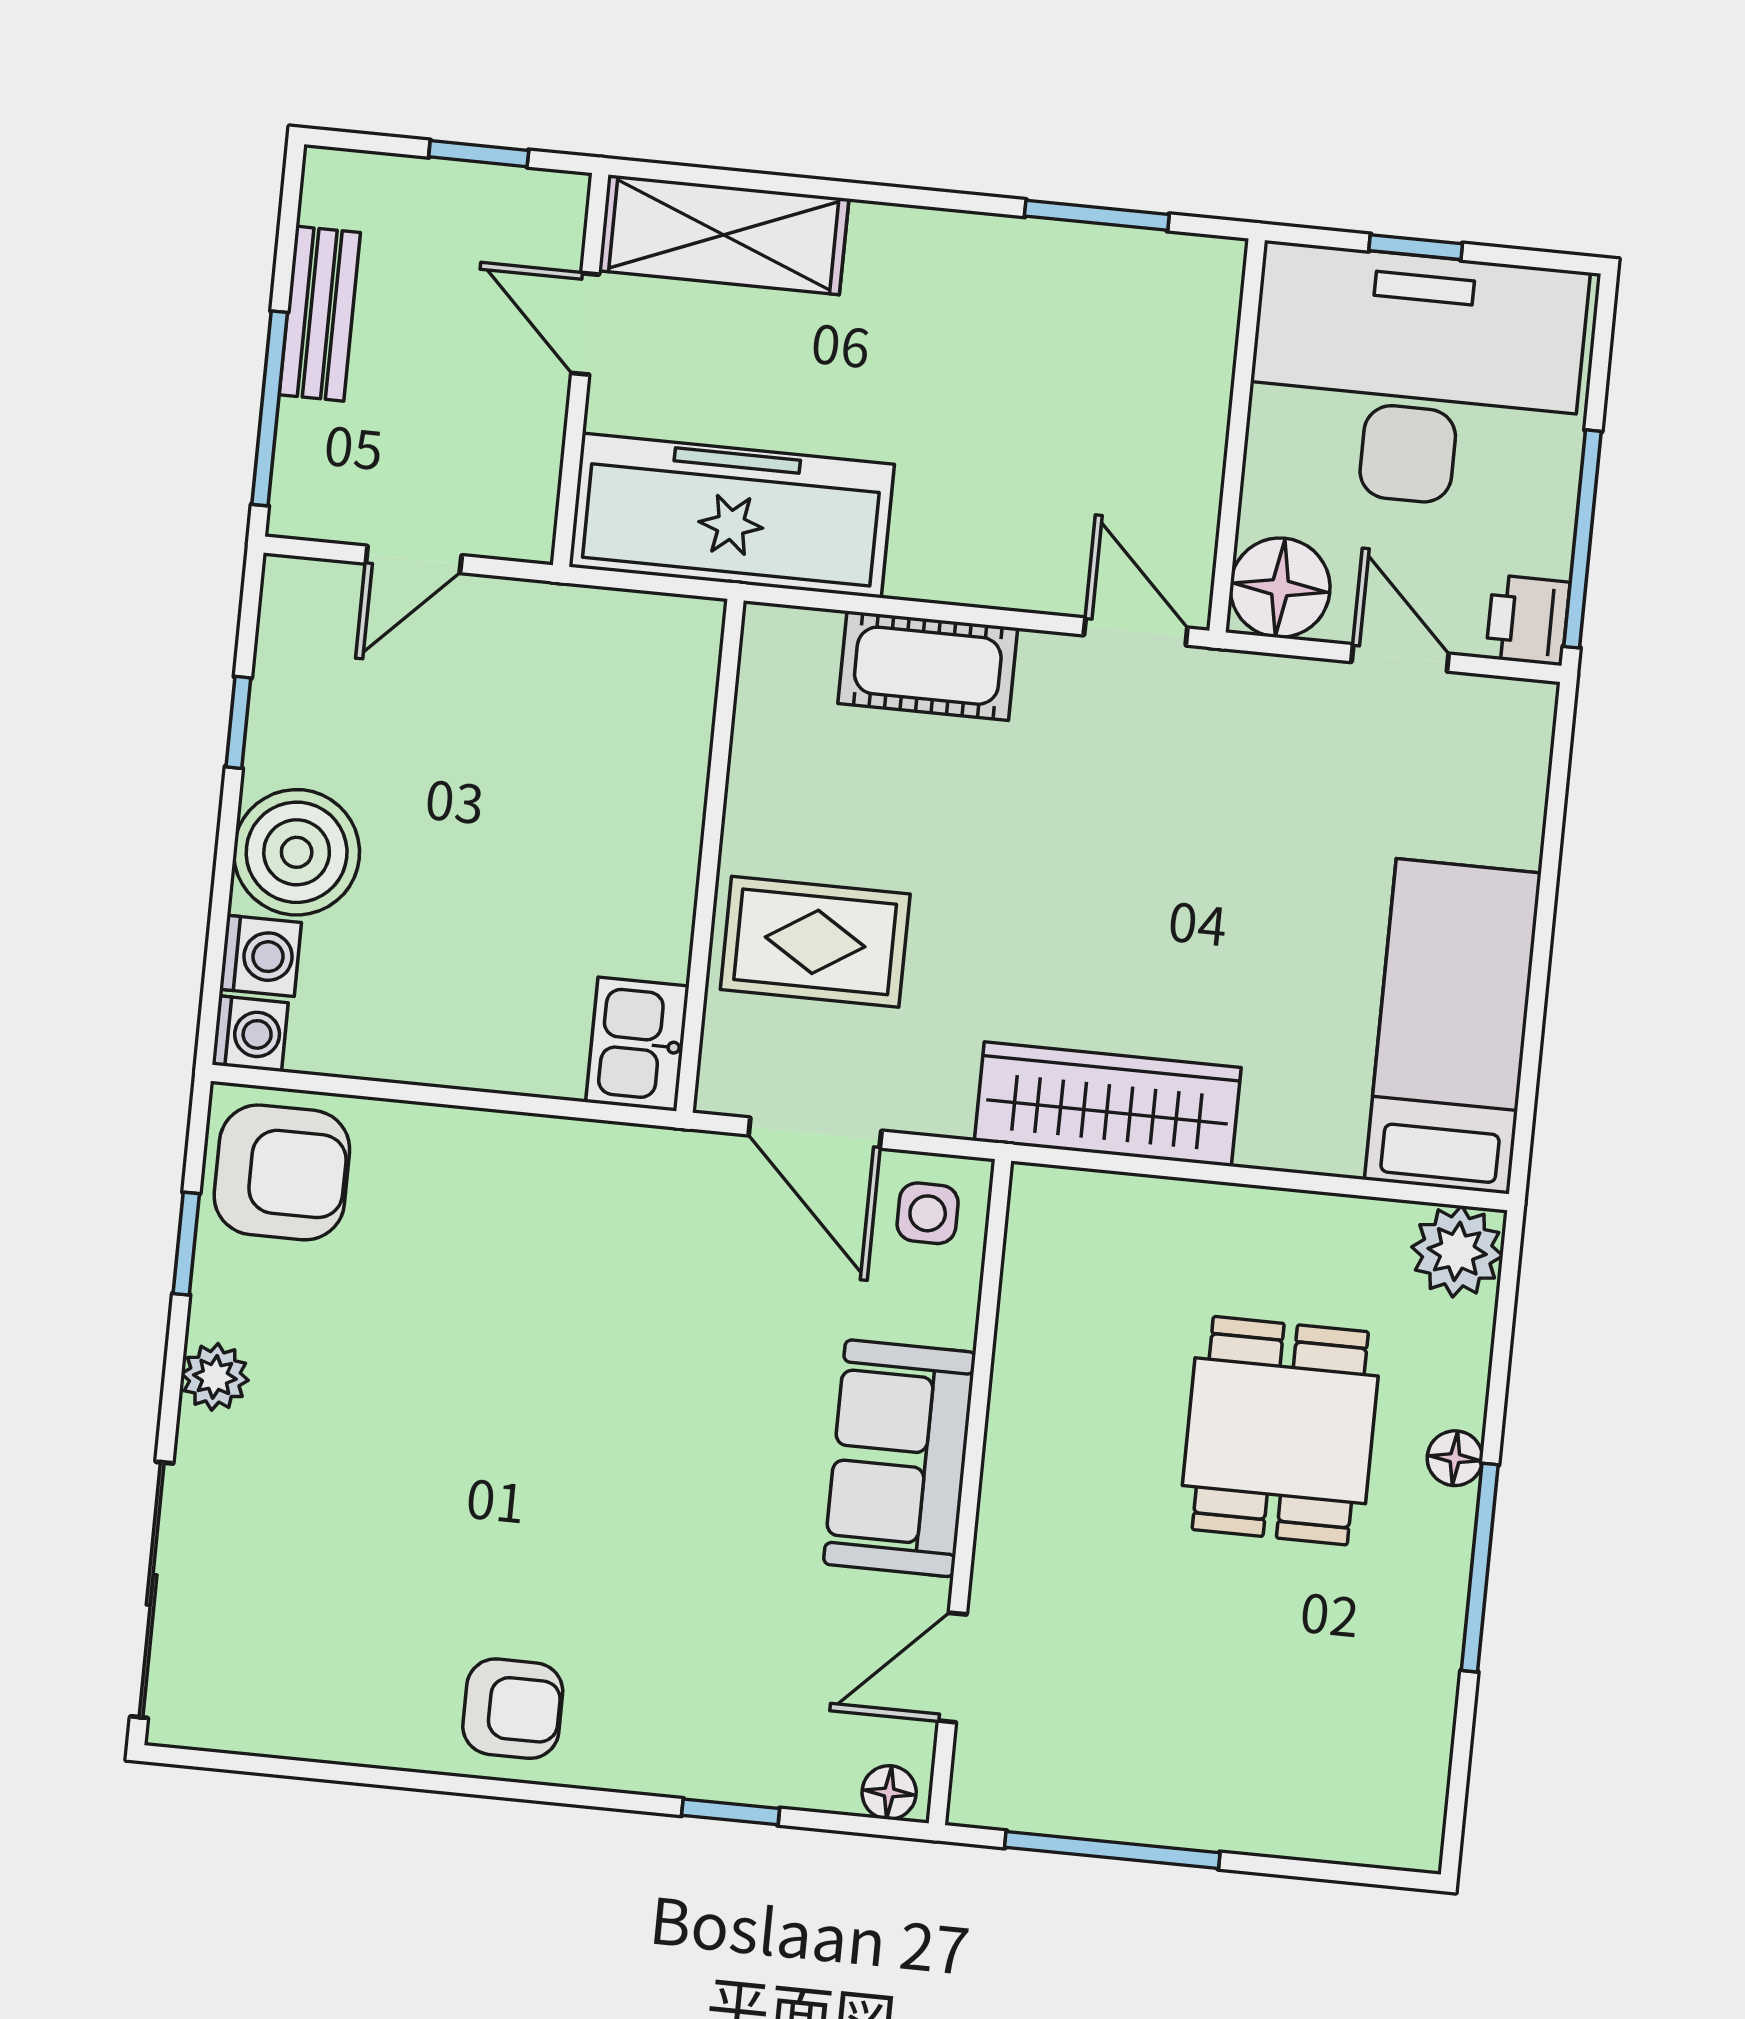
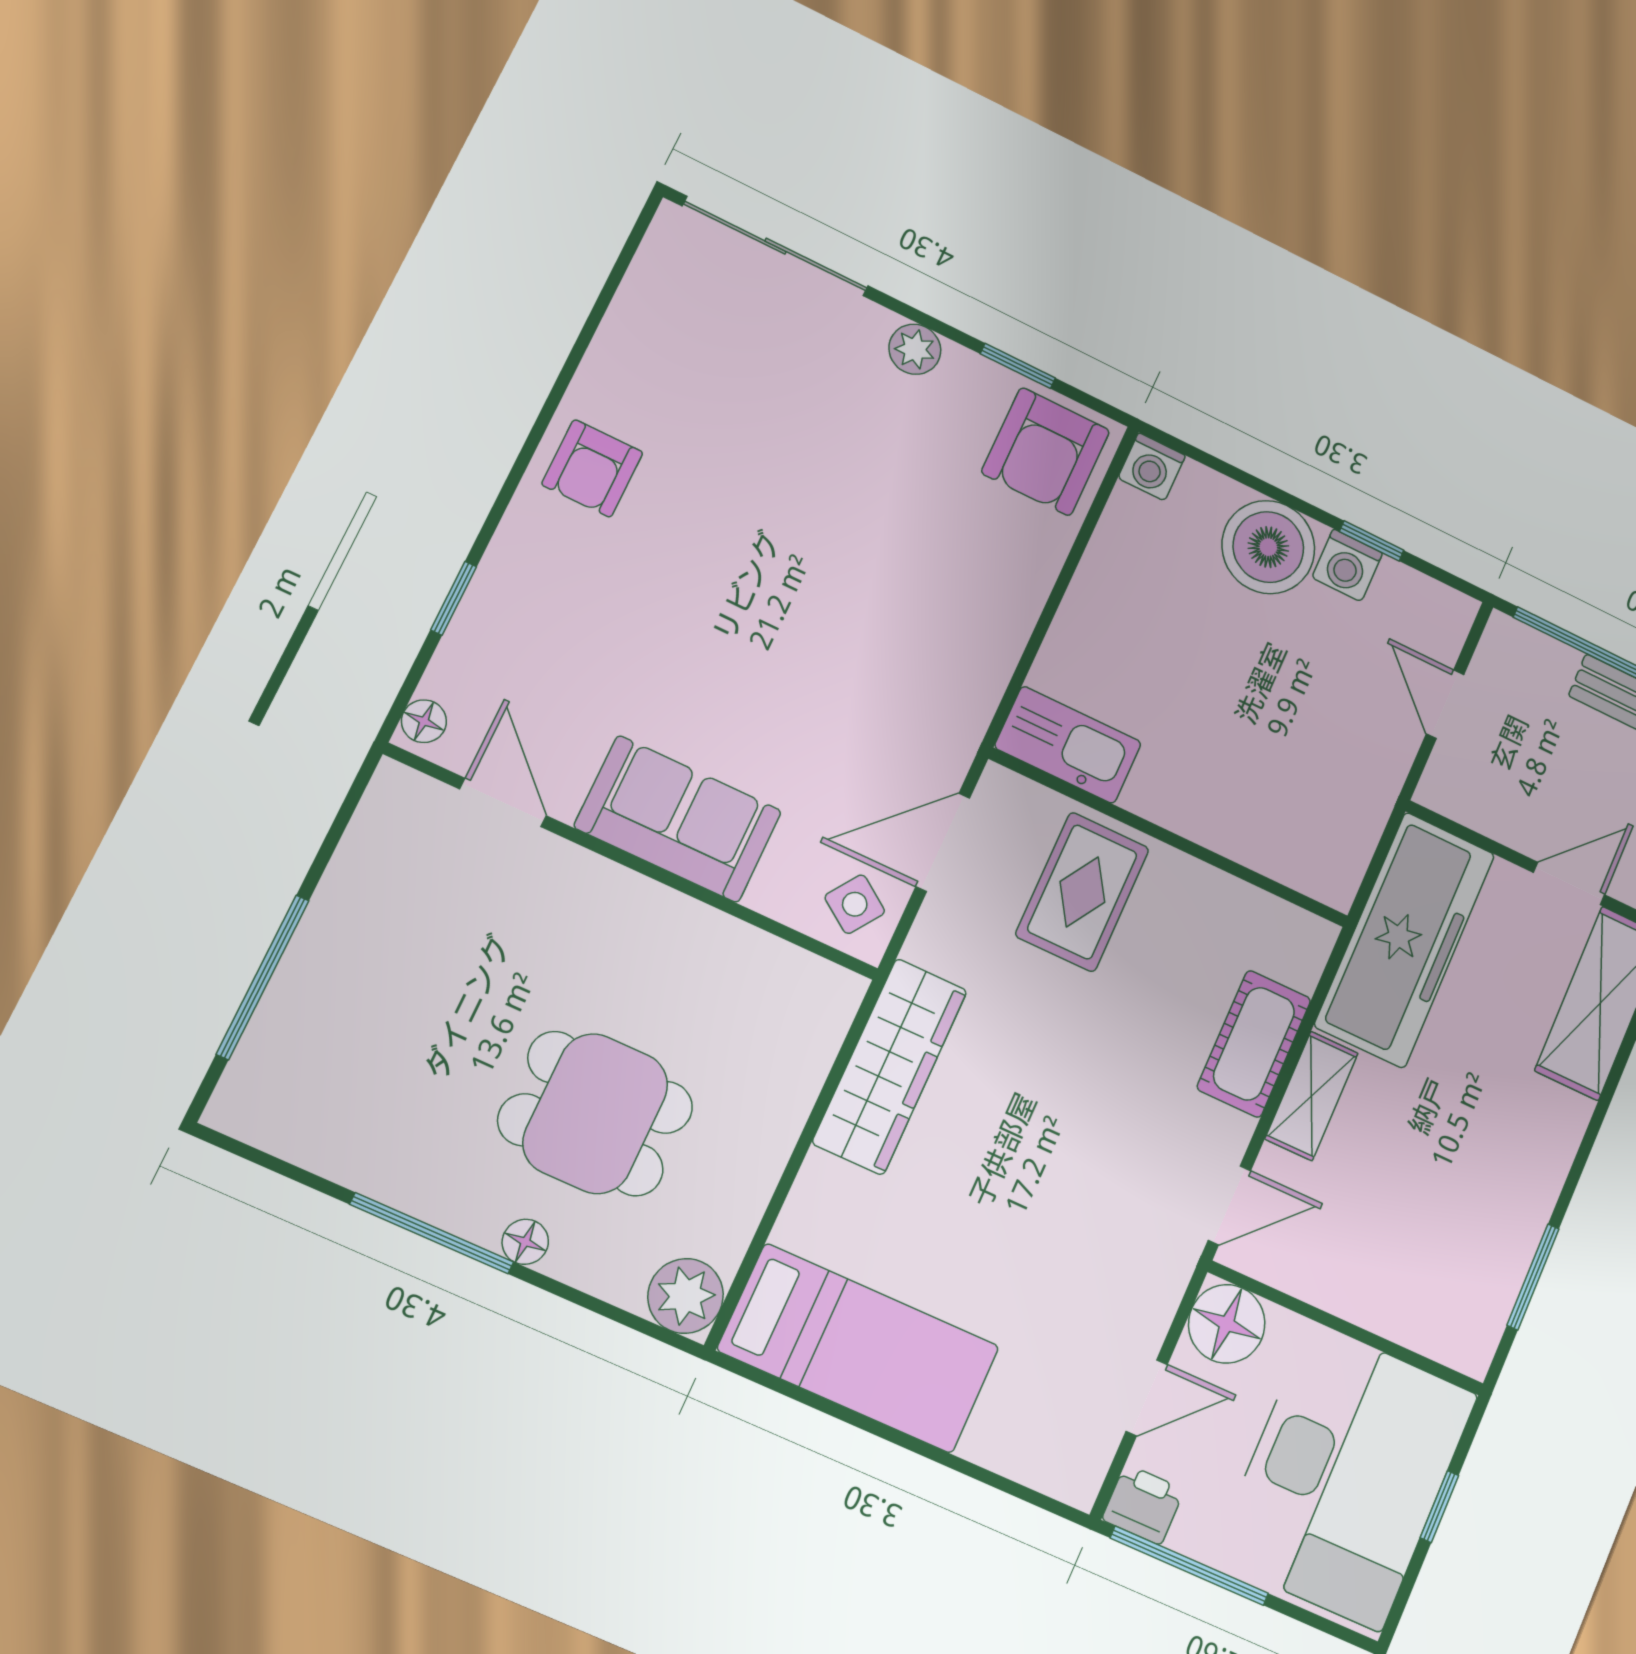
shelving: (967, 572) -> (1311, 1096), added
washing machine: (261, 956) -> (1347, 565), moved
kitchen sink: (637, 1044) -> (1068, 745), width x1.38
side table: (928, 1213) -> (855, 904), turned 35
window: (1112, 1850) -> (263, 977), moved

